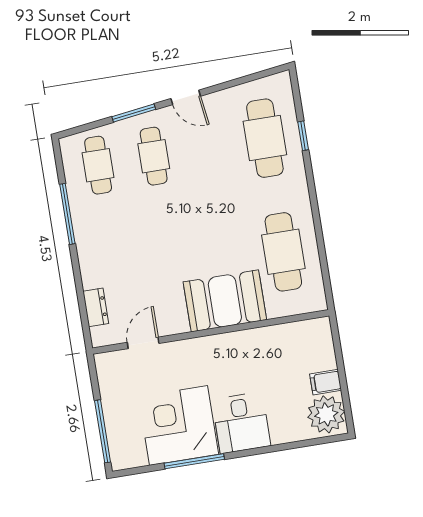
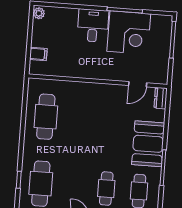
booth: (225, 301) -> (148, 144), moved, turned 90
dresser: (96, 307) -> (161, 98), moved
filing cabinet: (326, 382) -> (38, 54), moved
plant: (326, 414) -> (39, 13), width x0.53, depth x0.53

